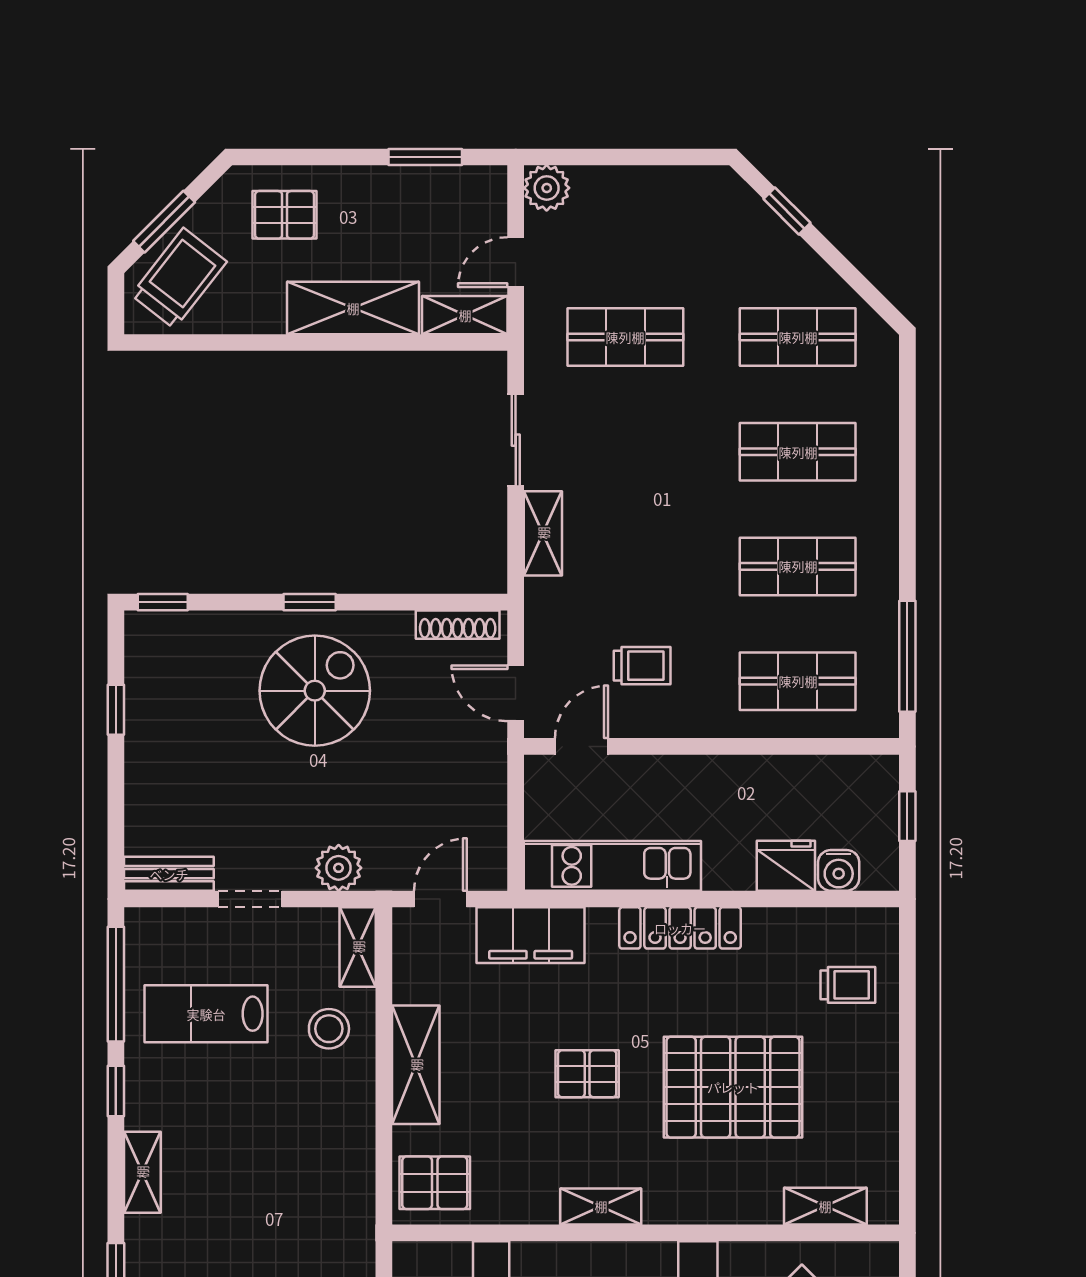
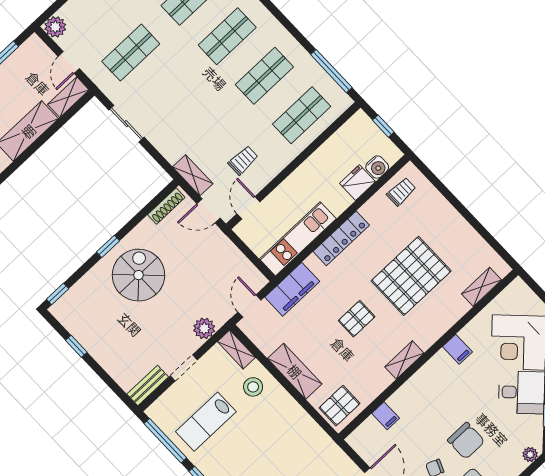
shelving: (543, 533) -> (193, 175), moved
trolley: (848, 985) -> (401, 192), moved

